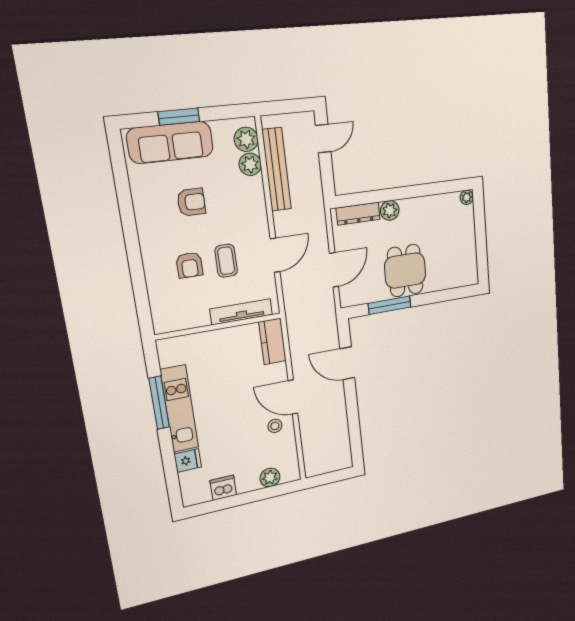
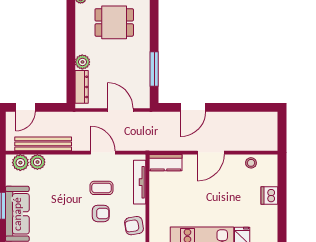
door: (323, 139) -> (25, 107), swing flipped
armchair: (191, 202) -> (134, 226), moved, turned -99
dining table: (405, 271) -> (114, 22), moved
stool: (275, 426) -> (251, 163), moved
plant: (270, 478) -> (270, 178), removed
dishwasher: (223, 488) -> (269, 195), moved

